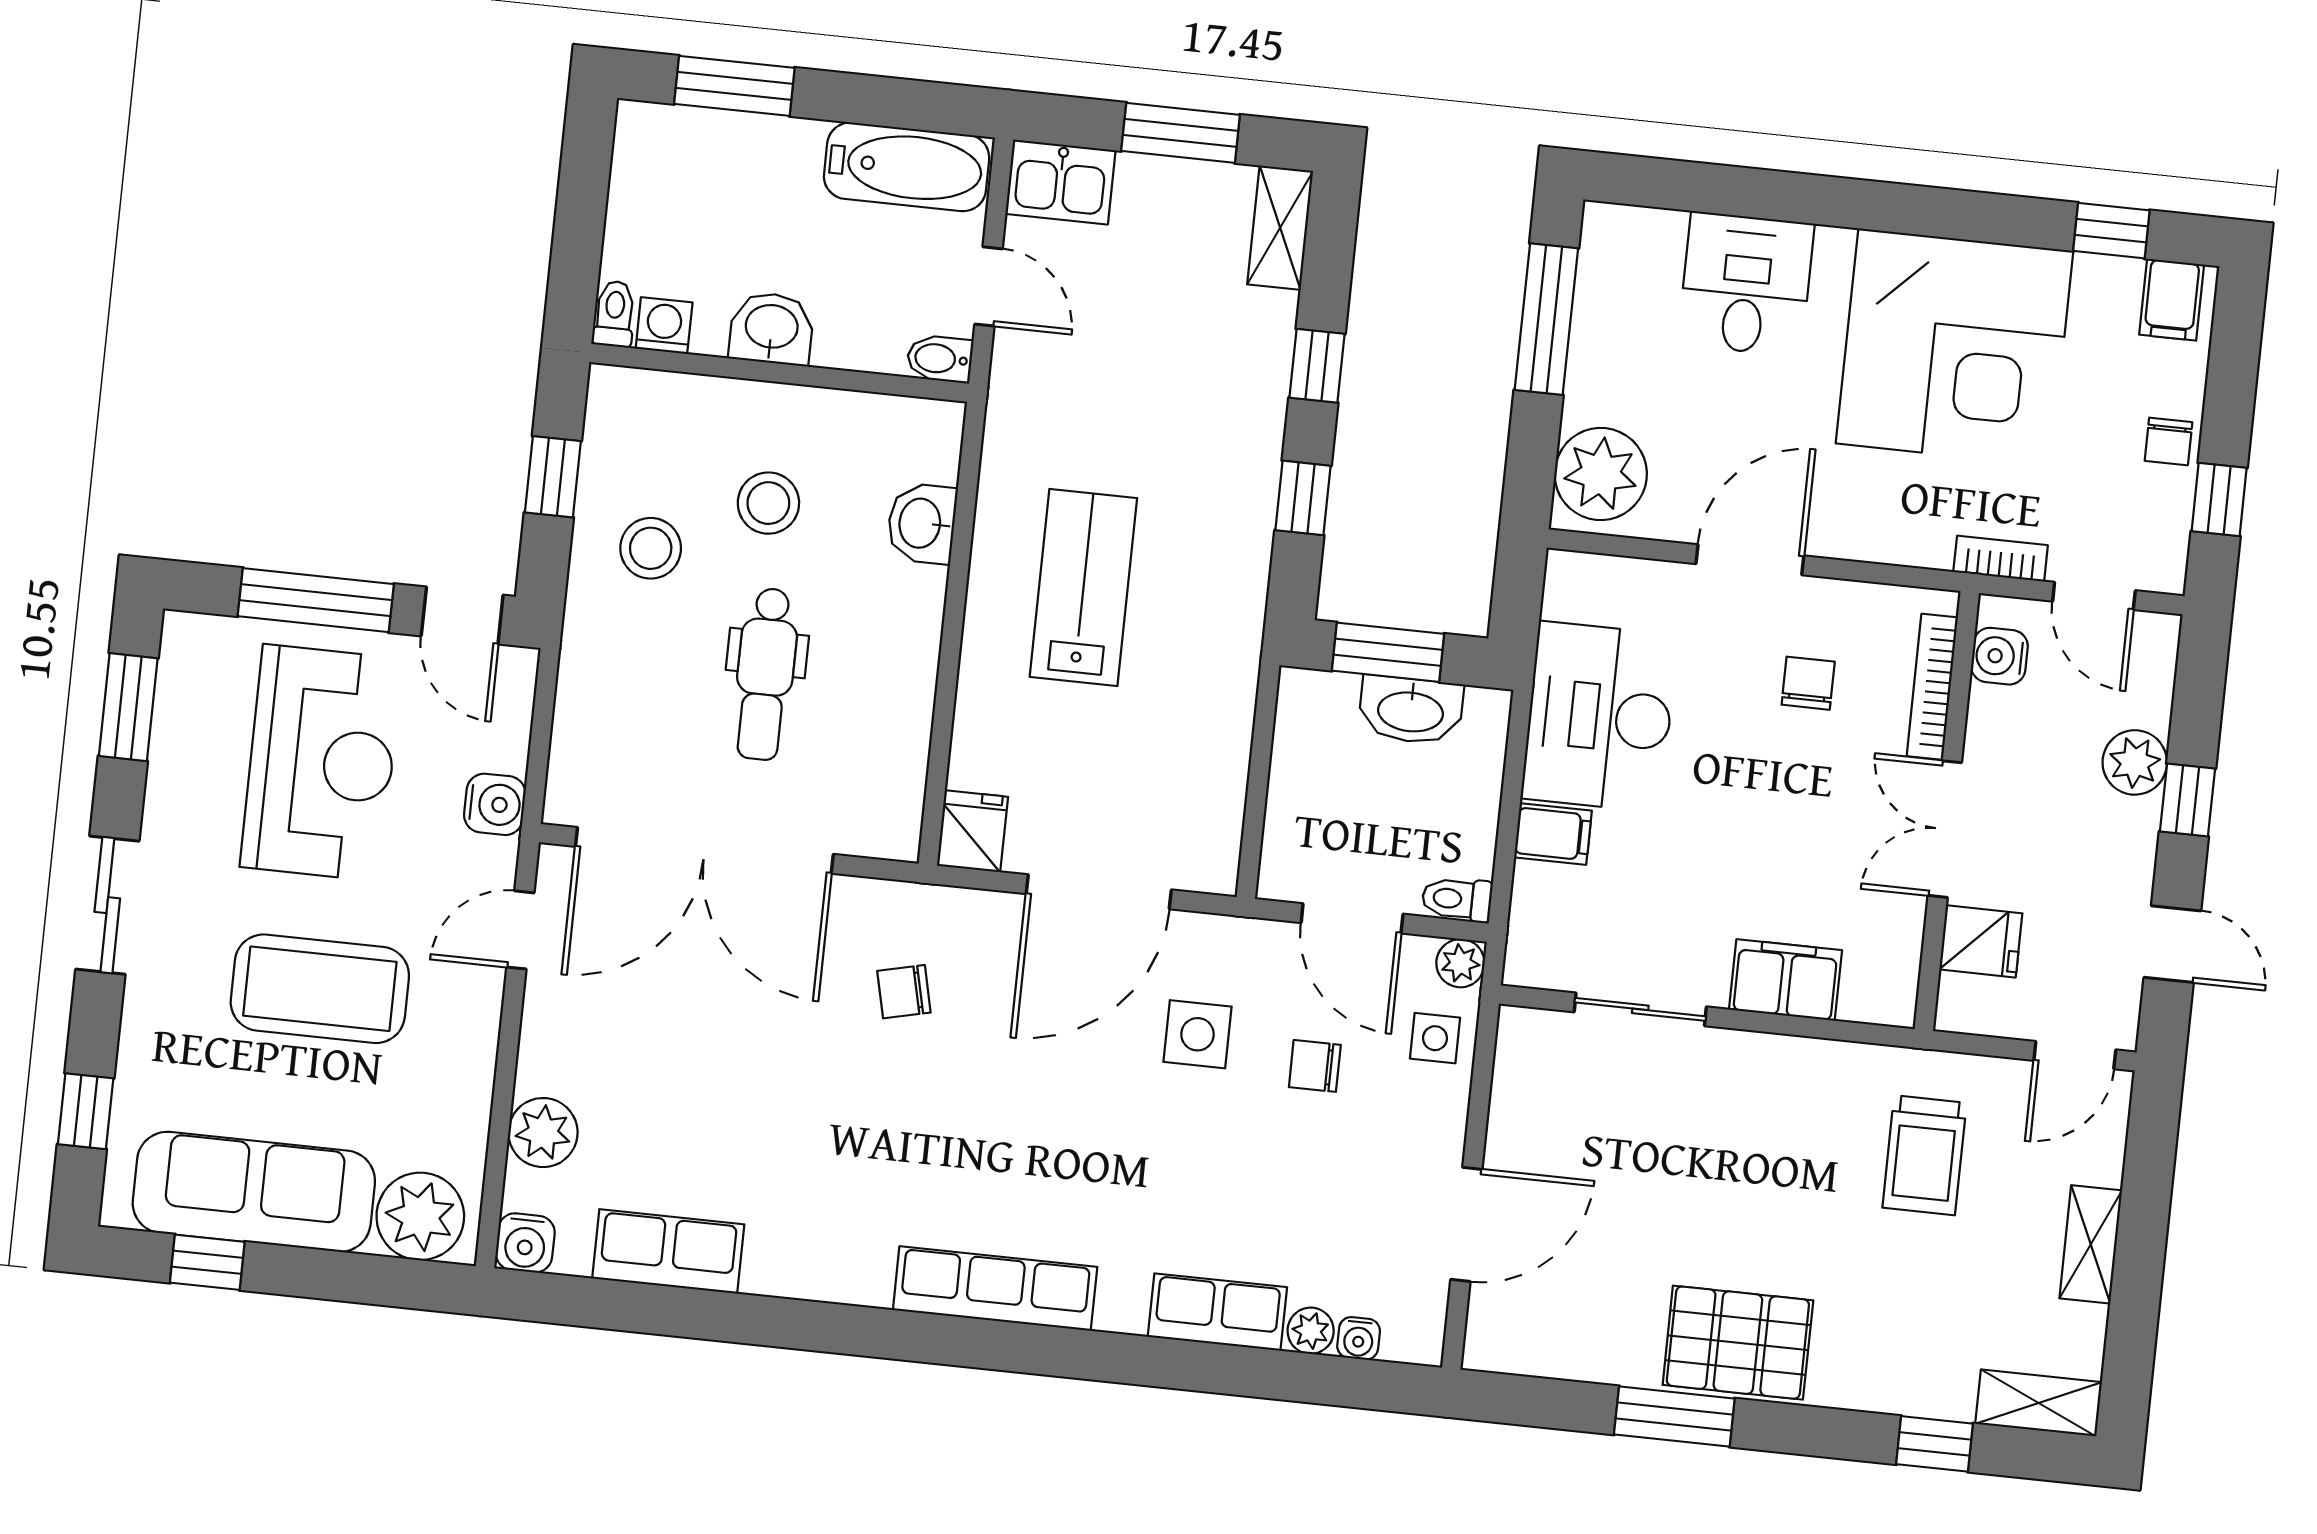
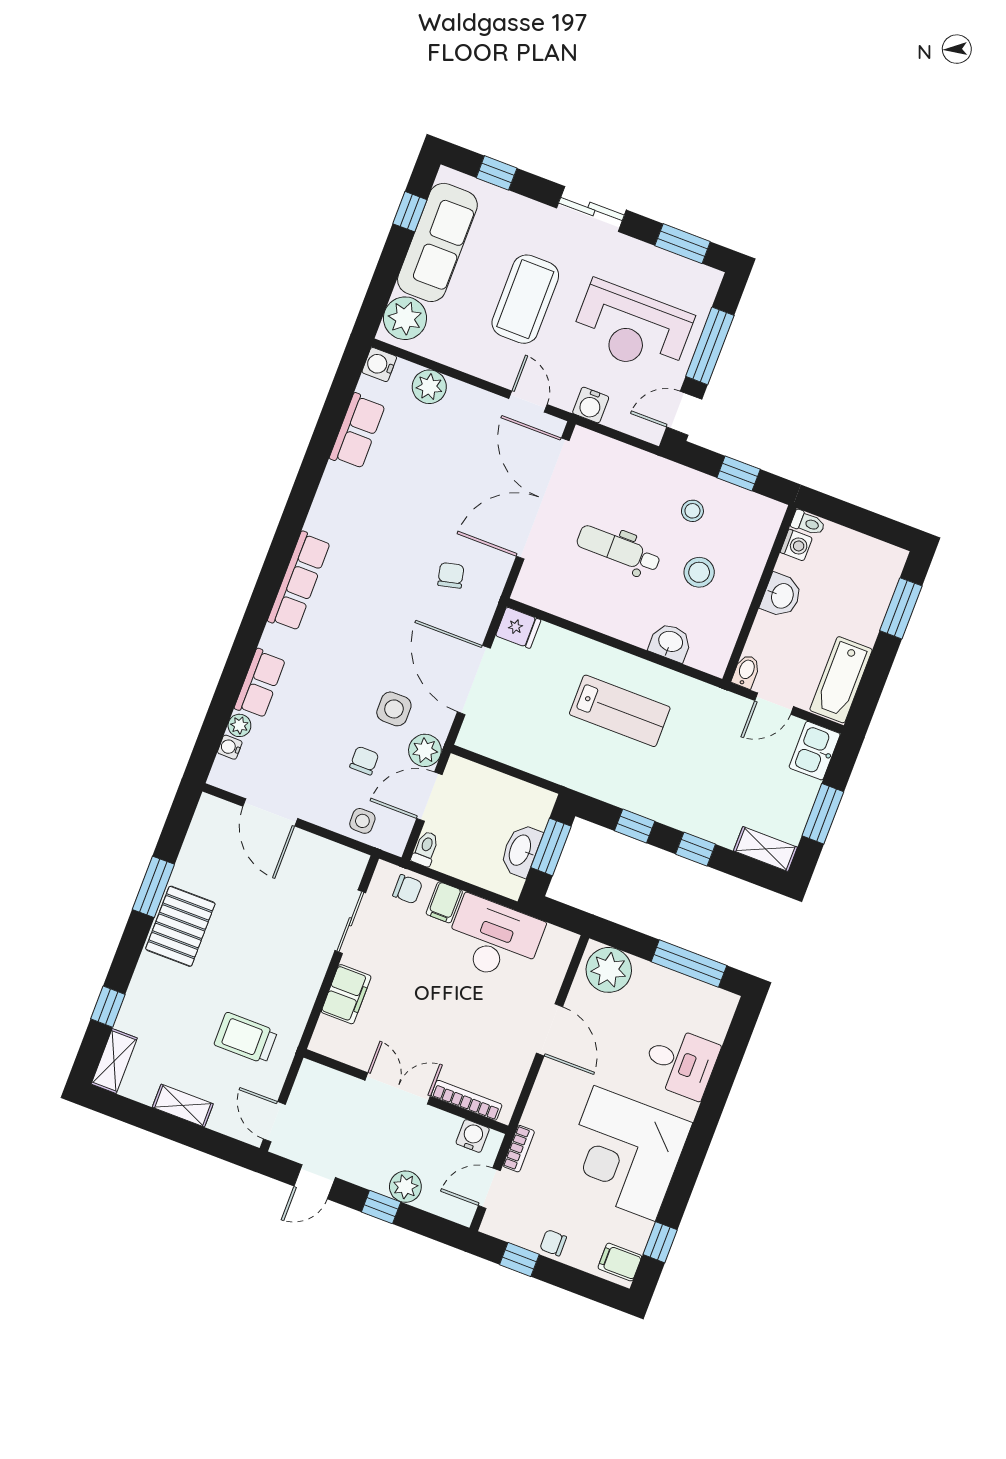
stool: (651, 548) -> (692, 511), width x0.73, depth x0.73
chair: (1808, 683) -> (408, 889), moved
fridge: (1981, 941) -> (340, 1091), removed
plant: (1460, 963) -> (425, 750), moved, width x1.38, depth x1.38

